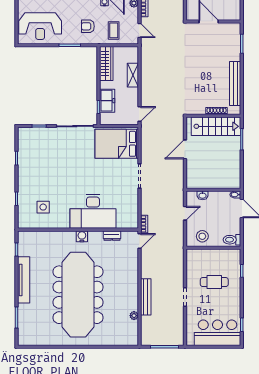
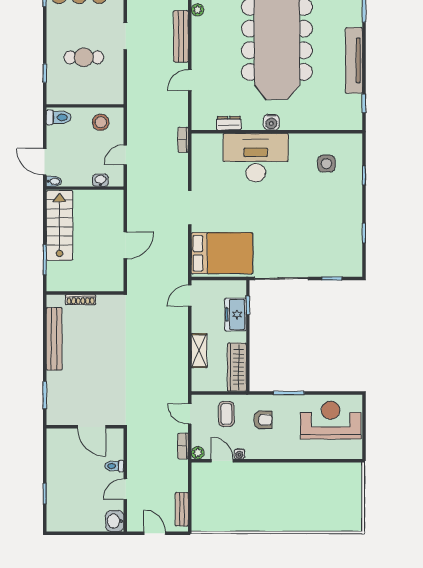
stairs: (216, 126) -> (59, 225), moved, turned 90
door: (139, 241) -> (190, 80), moved

